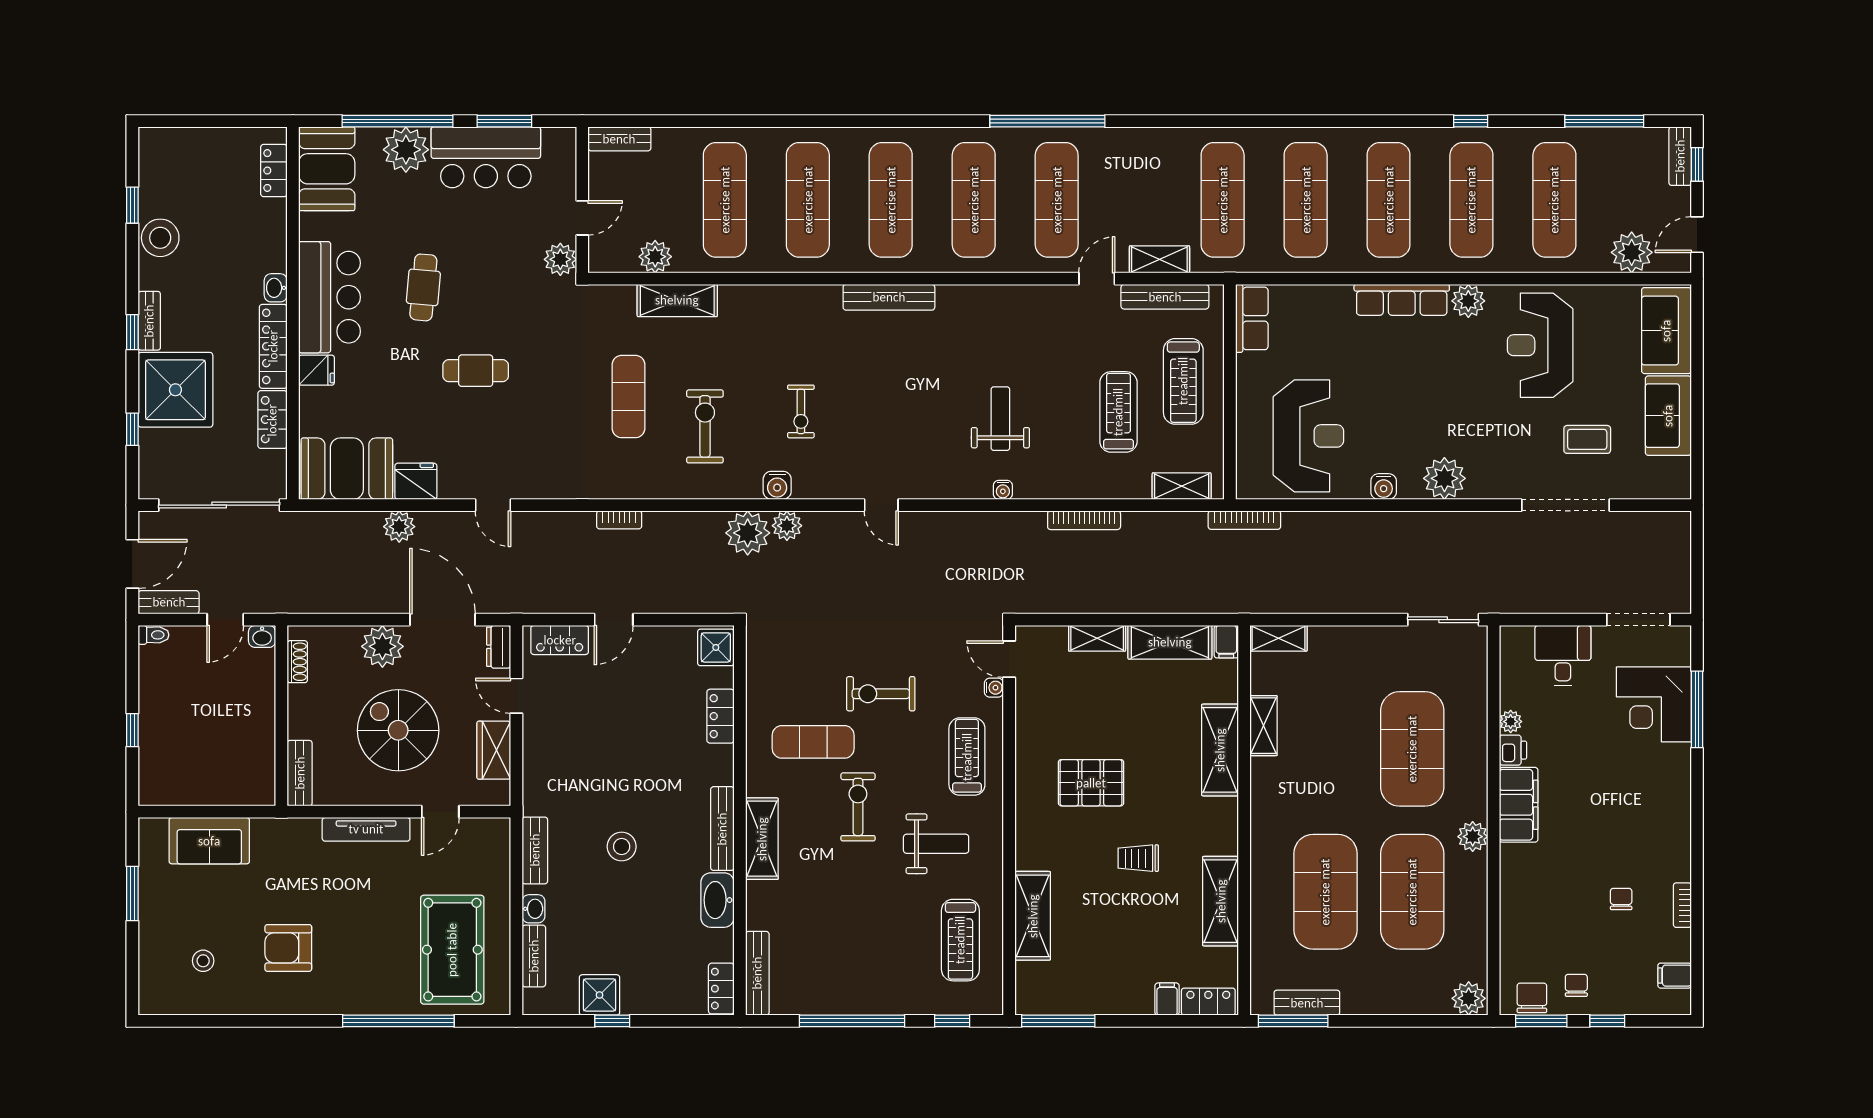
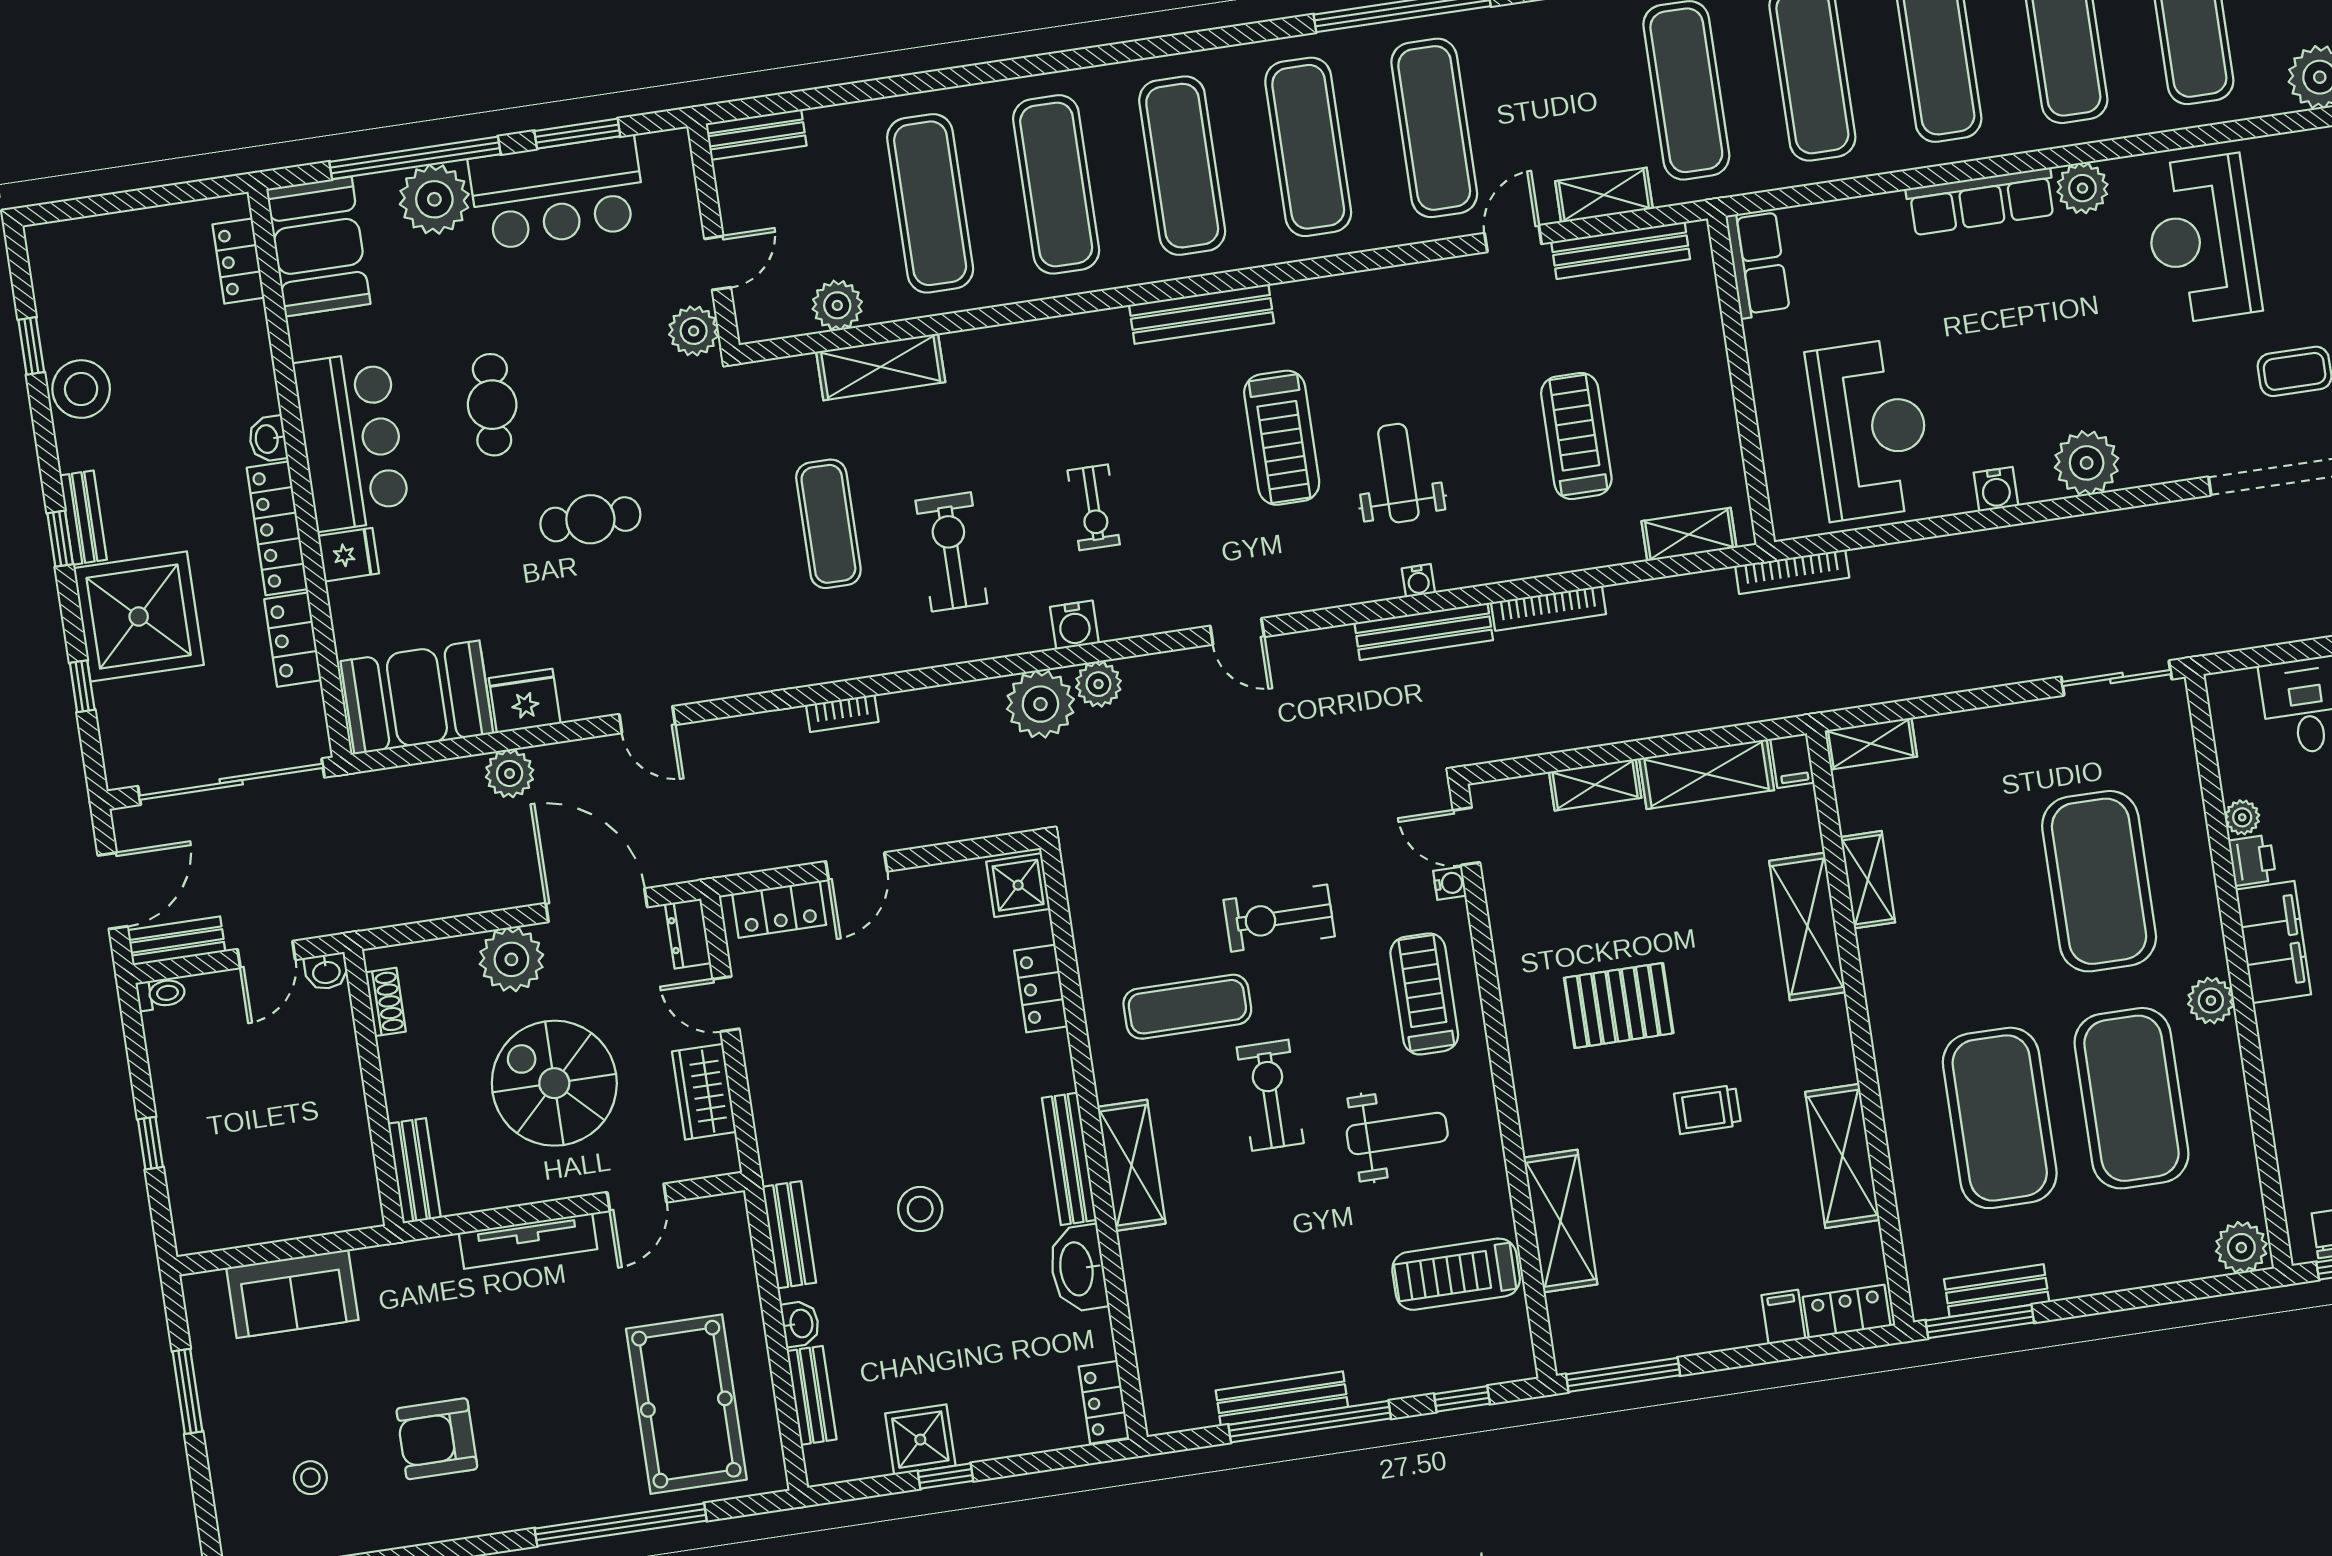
treadmill: (1183, 381) -> (1282, 438), moved
bench: (1001, 523) -> (1424, 631), added
treadmill: (960, 940) -> (1456, 1274), turned 90
bench: (757, 973) -> (1282, 1399), moved, turned 90

